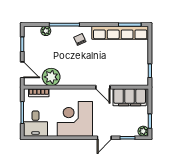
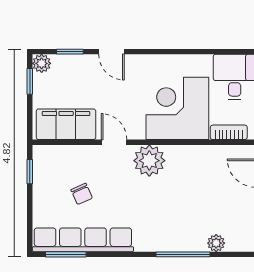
chair: (80, 39) -> (82, 194), moved
plant: (51, 77) -> (149, 161), moved
corner desk: (75, 119) -> (177, 108), moved, turned 180
door: (104, 138) -> (111, 52), swing flipped

